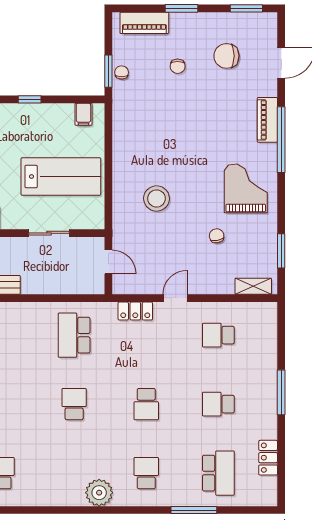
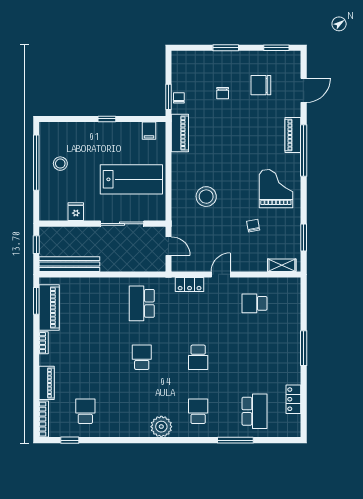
piano: (144, 23) -> (180, 133), moved, turned -90
sliding door: (49, 233) -> (122, 224), width x1.37
school desk: (218, 404) -> (255, 357), removed

